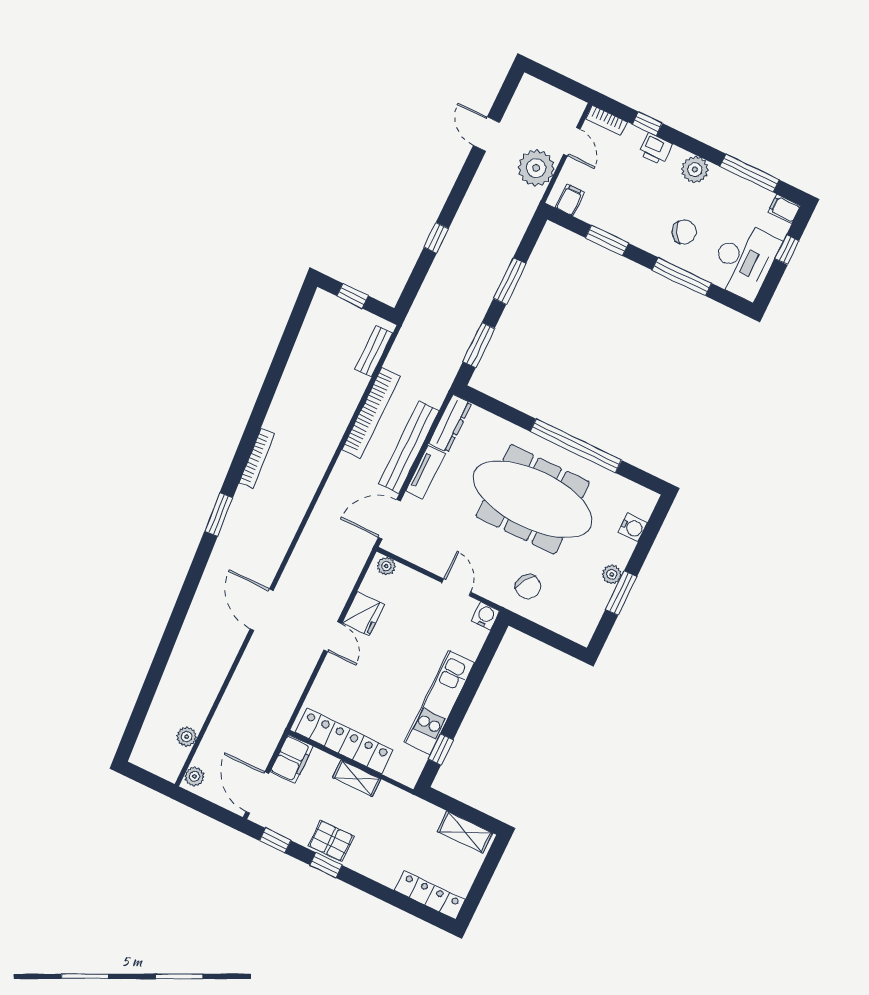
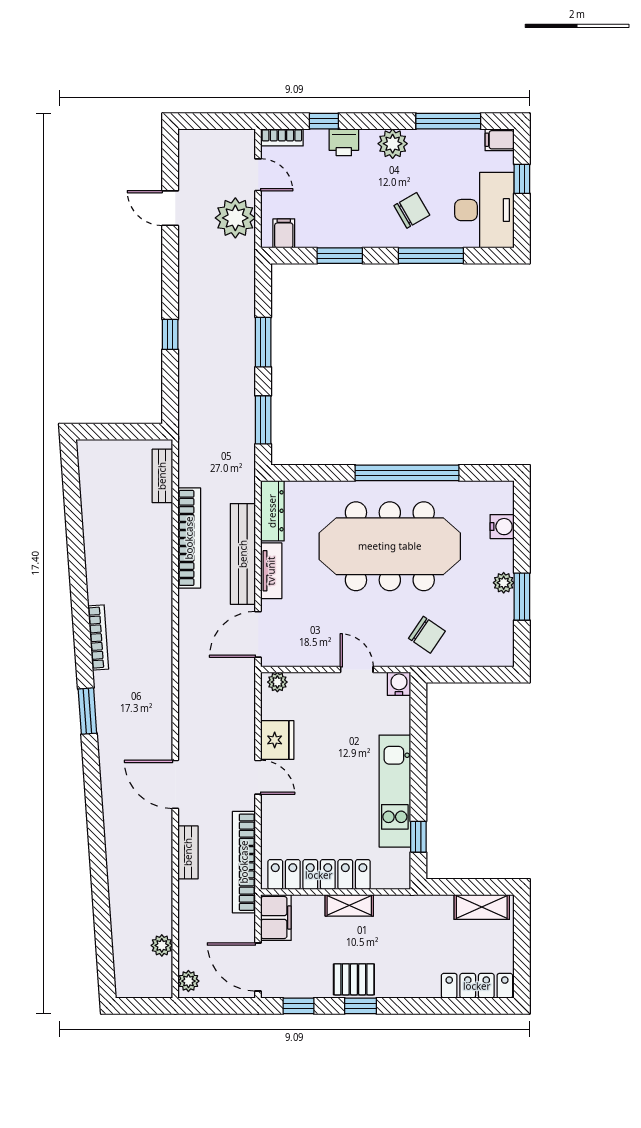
window: (353, 296) -> (115, 432), removed
bench: (245, 671) -> (188, 852), added
bookcase: (287, 701) -> (244, 862), added

